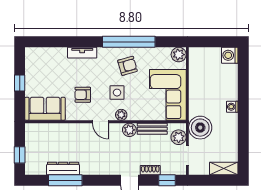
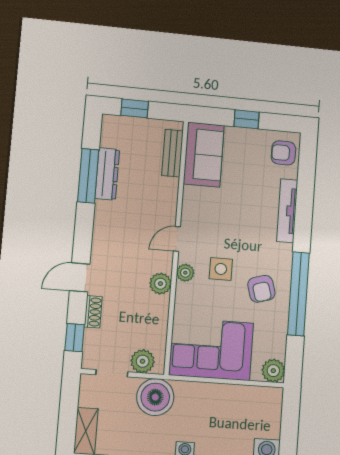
tv unit: (82, 53) -> (287, 211), width x1.41
armchair: (83, 95) -> (283, 153), moved, turned -90
bench: (152, 129) -> (172, 153), moved

